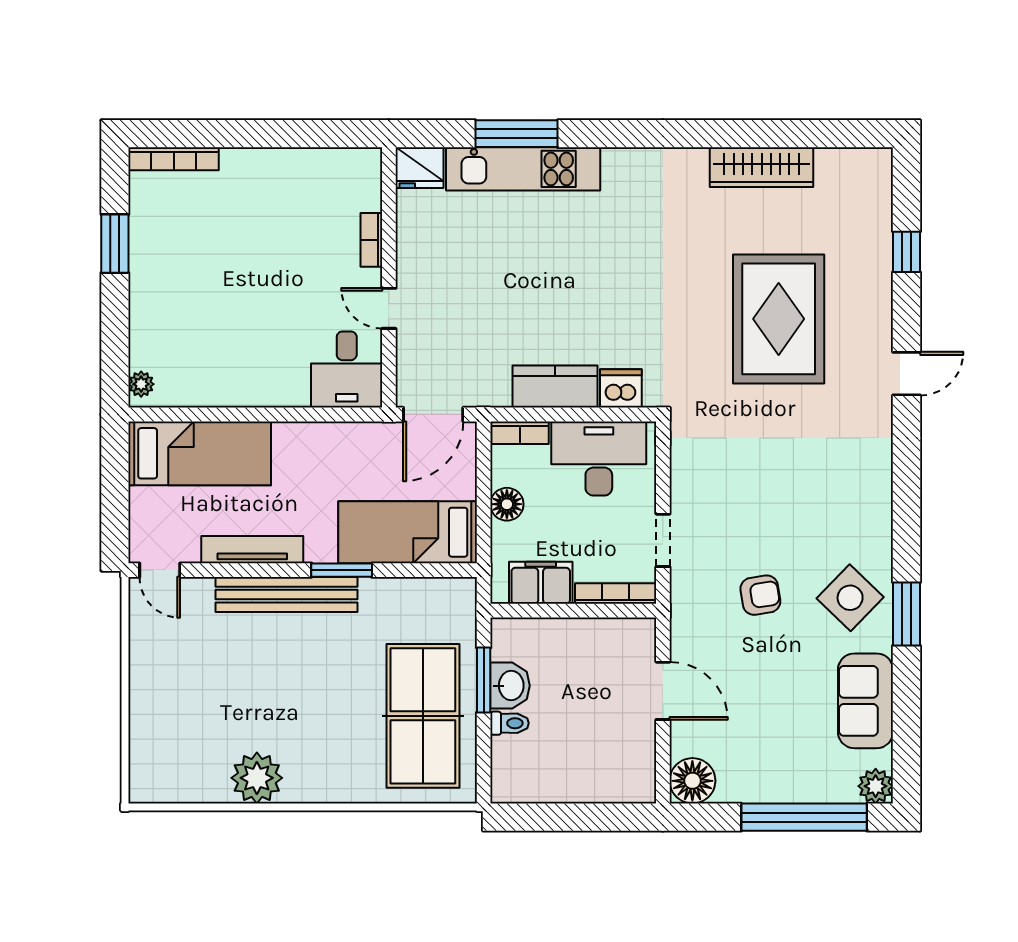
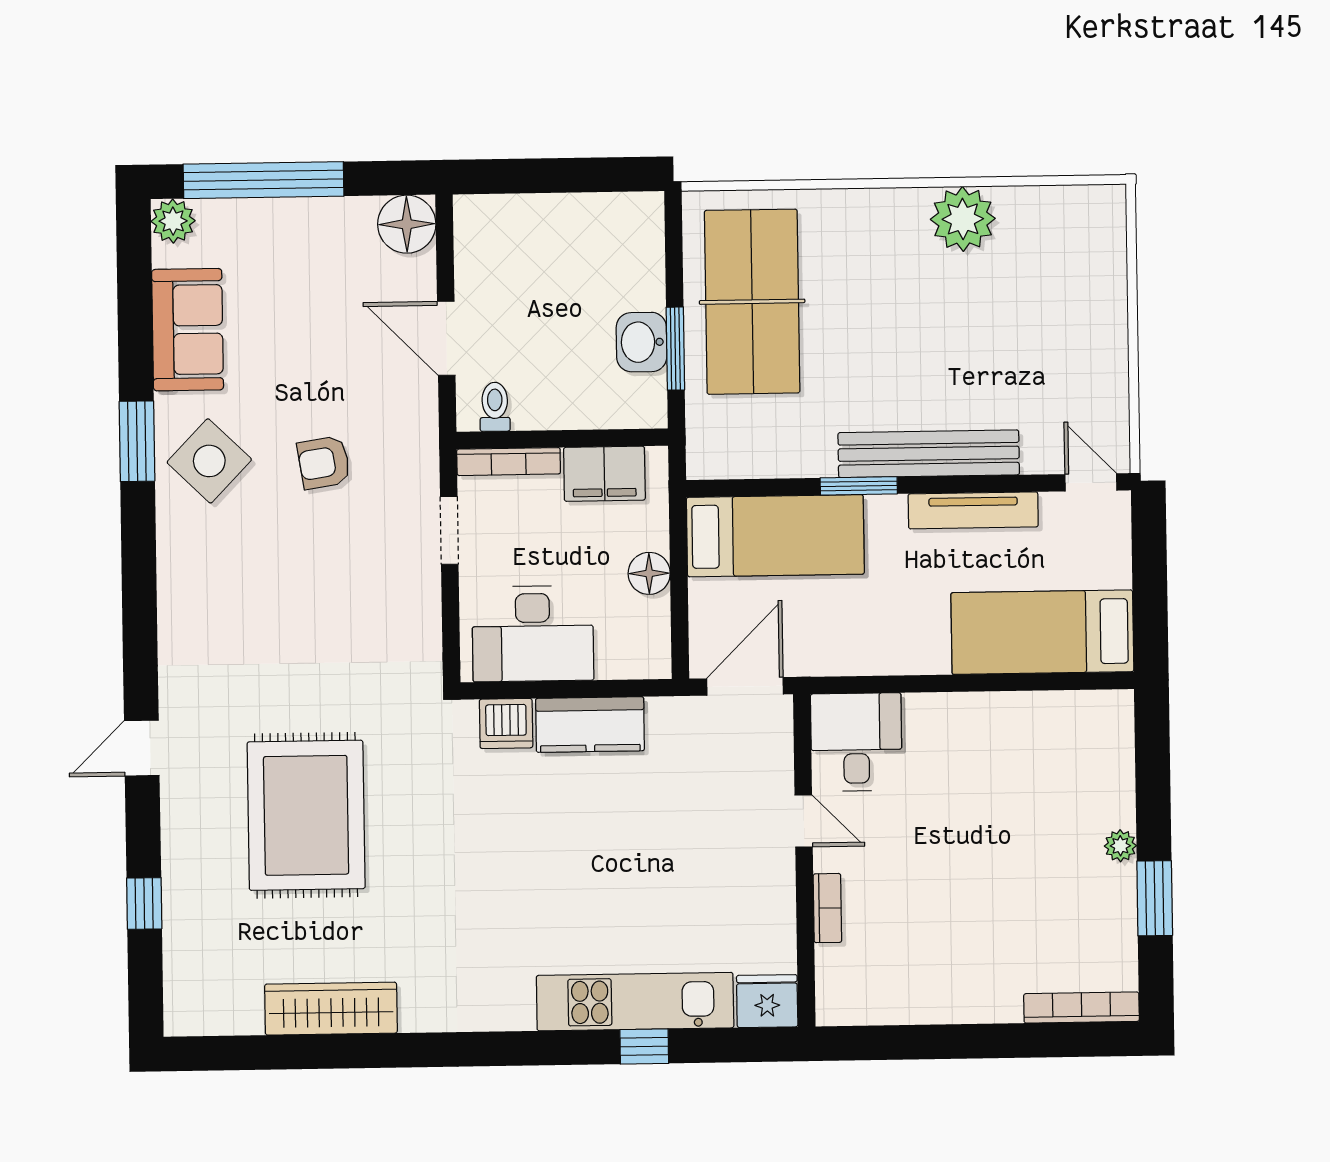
window: (517, 134) -> (644, 1046), width x0.46
plant: (141, 384) -> (1120, 846), moved
bookcase: (520, 433) -> (634, 665), removed
toilet: (510, 723) -> (495, 407), moved, turned 90

